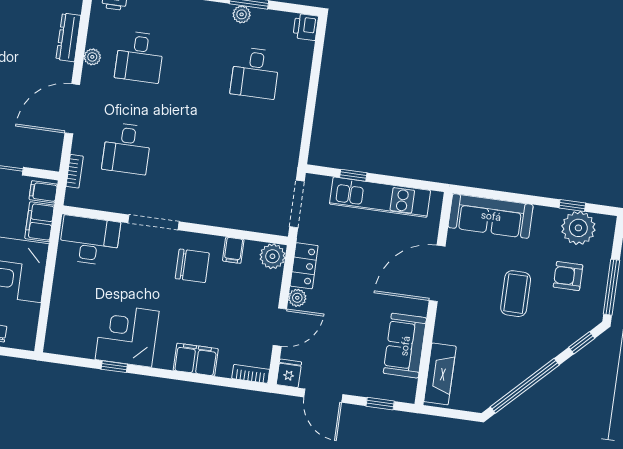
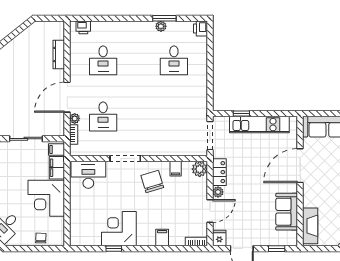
plant: (92, 57) -> (75, 118), moved
chair: (192, 266) -> (152, 181), turned -107
filing cabinet: (196, 360) -> (162, 238), width x0.50

